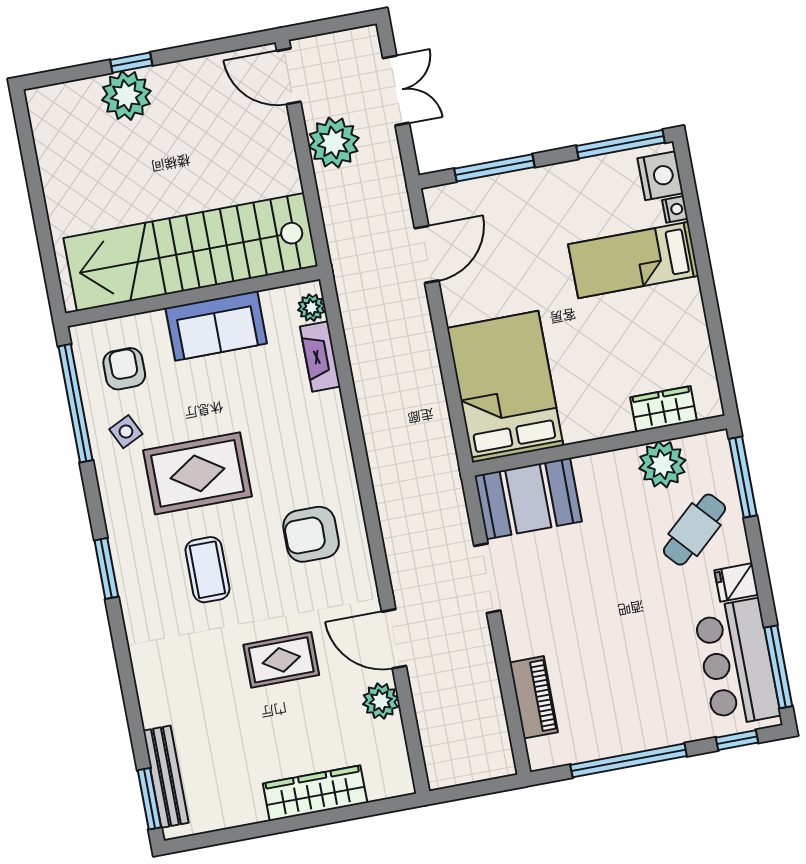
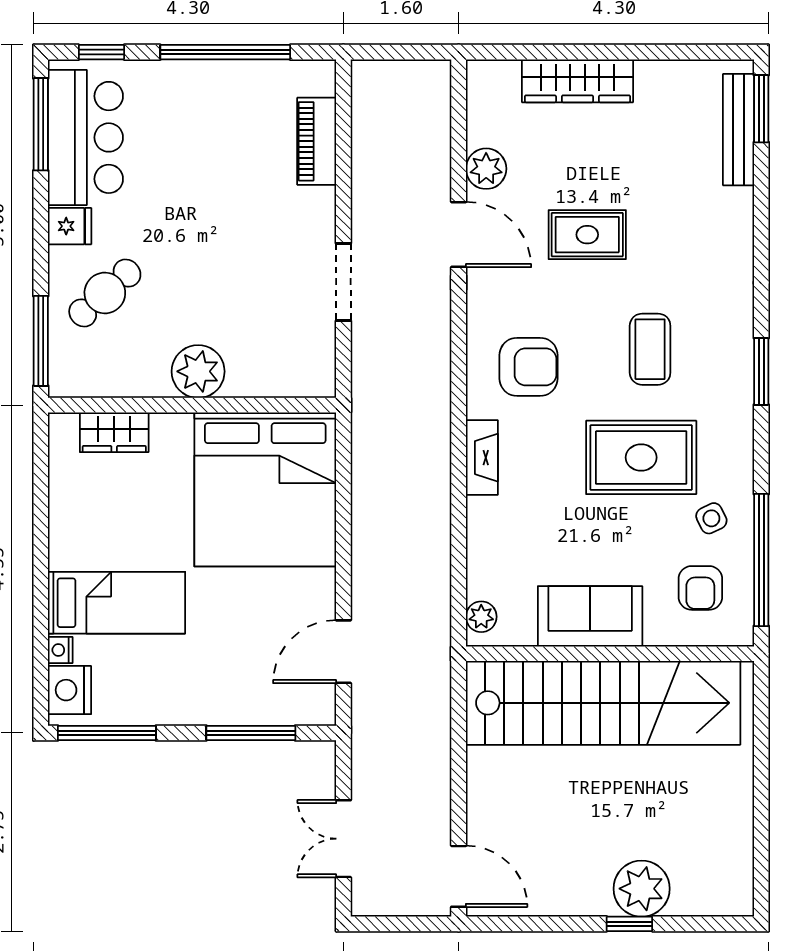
plant: (334, 143) -> (423, 794), removed
fireplace: (320, 357) -> (482, 458), moved
bed: (505, 387) -> (265, 489), width x1.36
plant: (662, 464) -> (198, 371), moved
booth: (528, 499) -> (282, 361), removed

